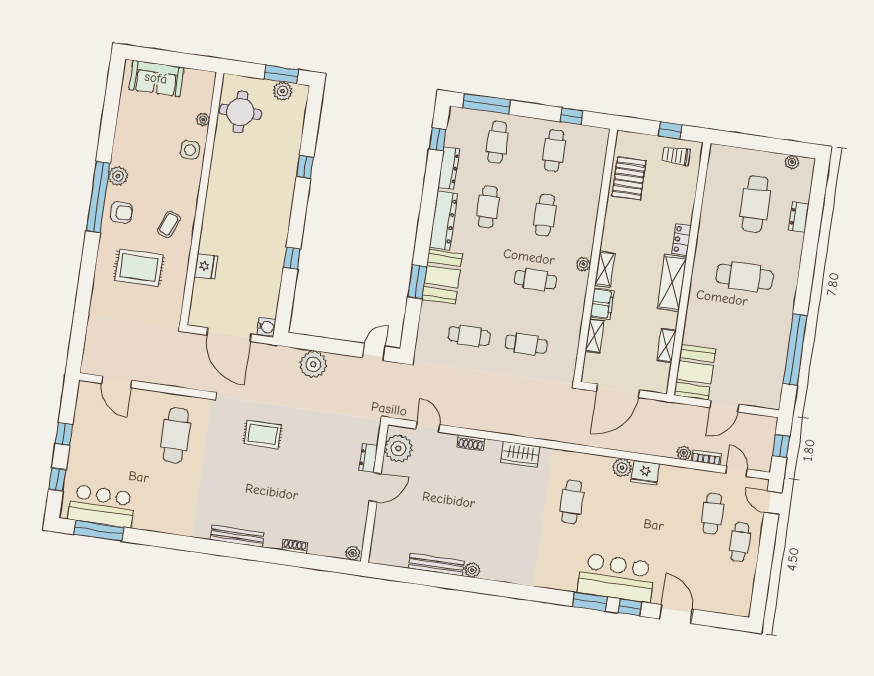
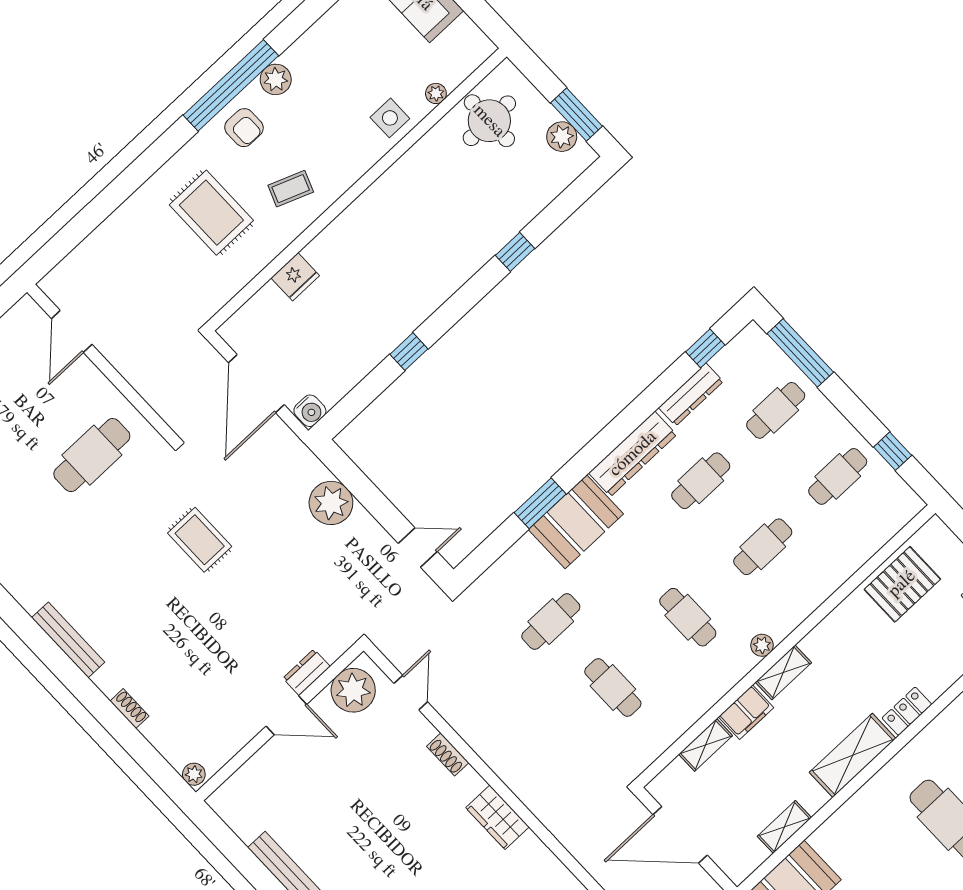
cafe table: (469, 336) -> (551, 621), turned 90

